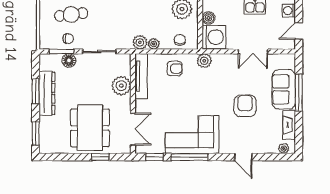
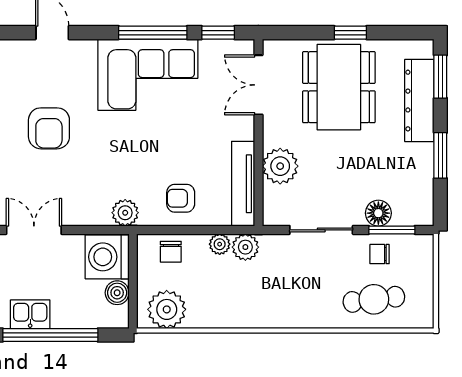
dresser: (47, 93) -> (419, 101), moved
window: (100, 157) -> (350, 33), moved

